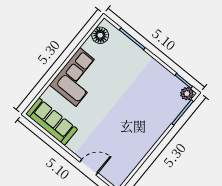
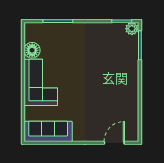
floor lamp: (100, 35) -> (32, 50), moved
door: (89, 167) -> (114, 143), moved

